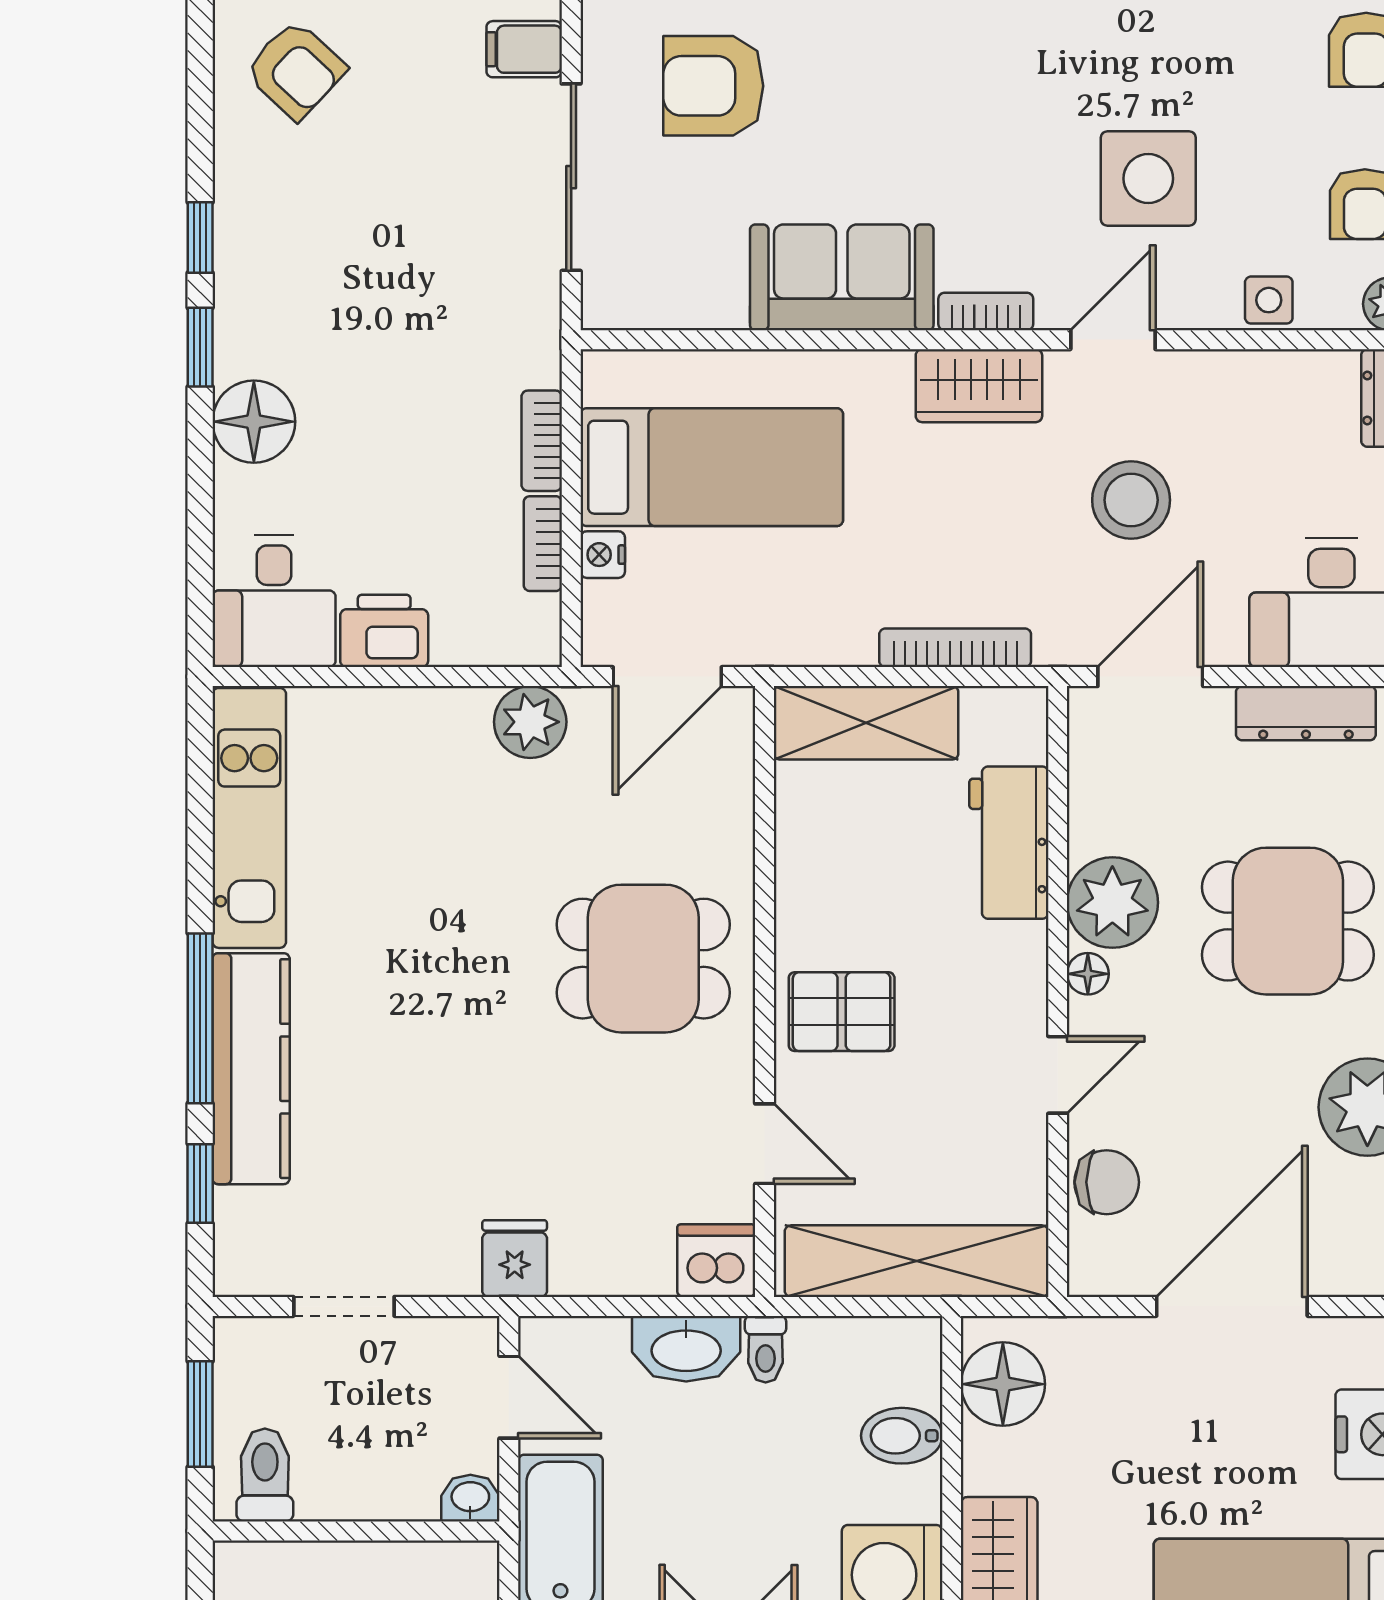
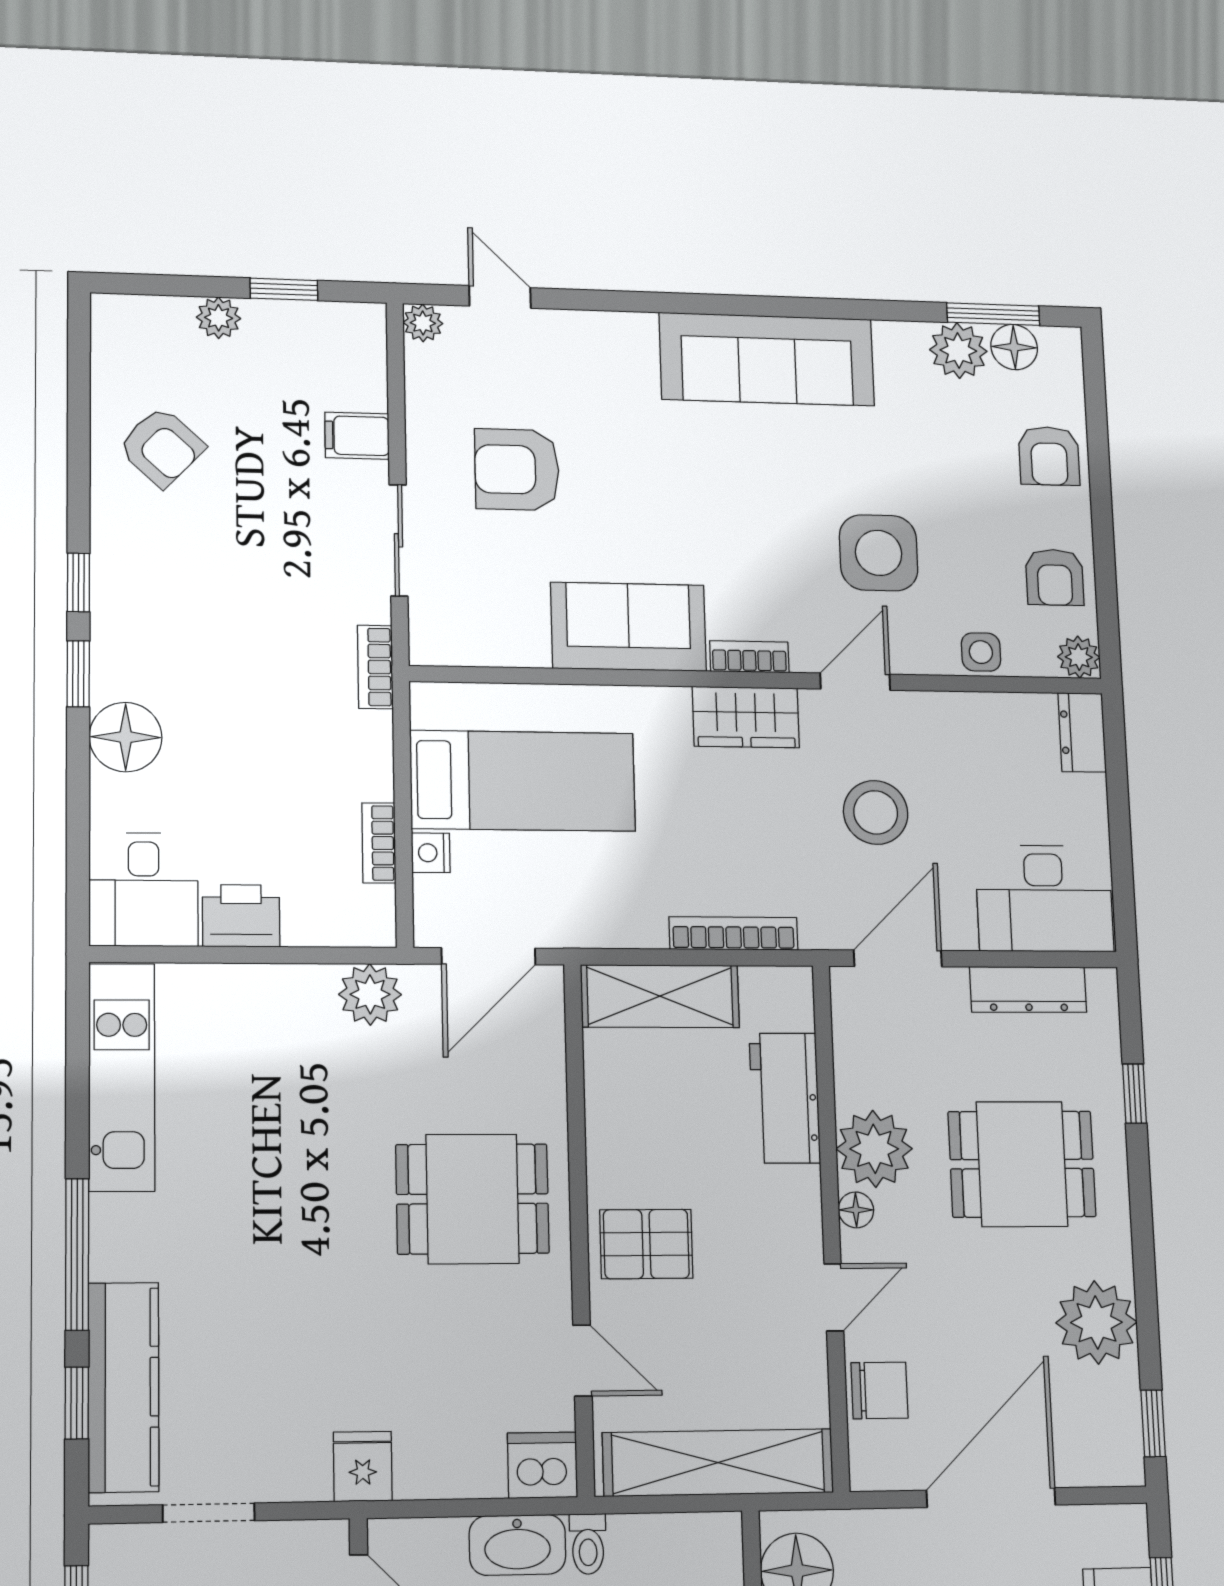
sliding door: (571, 177) -> (399, 540), width x0.73
bookcase: (542, 441) -> (375, 667), moved
kitchen counter: (251, 1069) -> (124, 1387), moved

